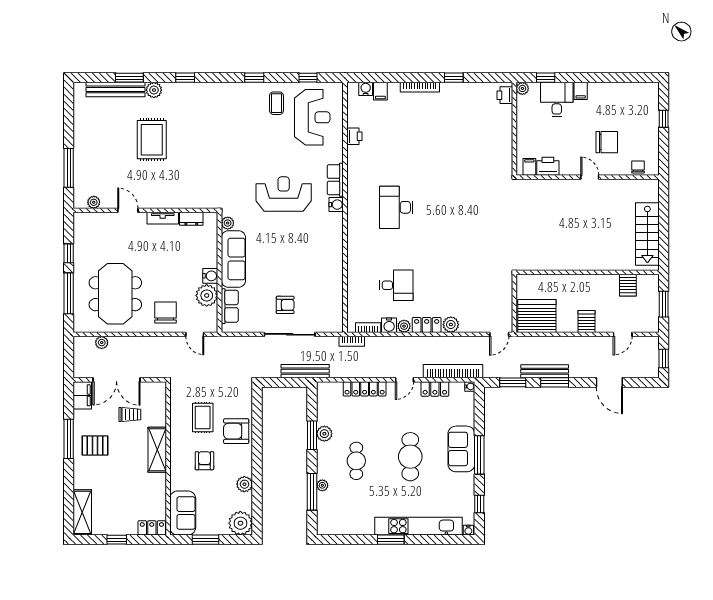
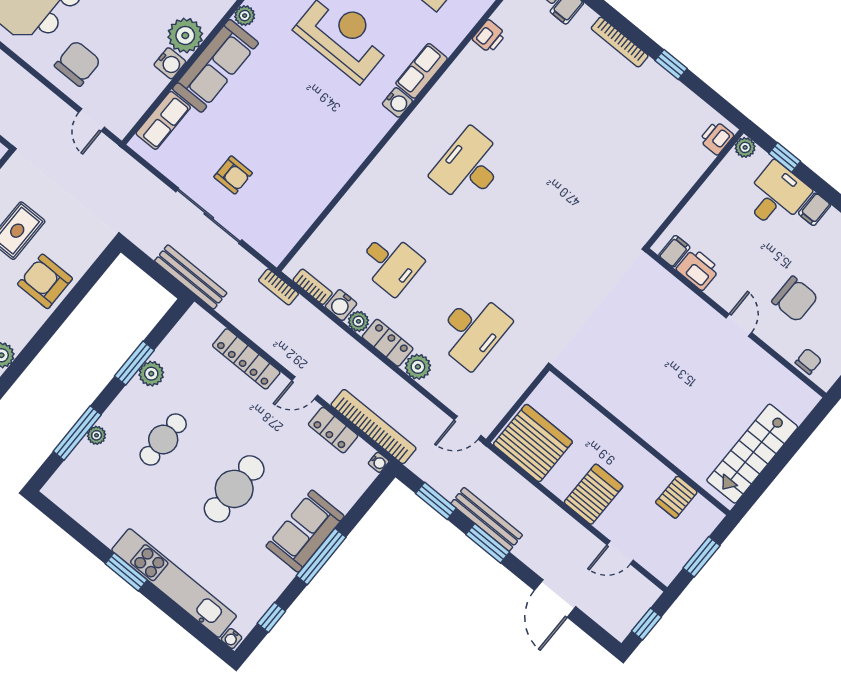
desk: (463, 285) -> (473, 330), added
plant: (207, 295) -> (185, 35), moved
server rack: (587, 322) -> (594, 494), width x1.36, depth x1.44

